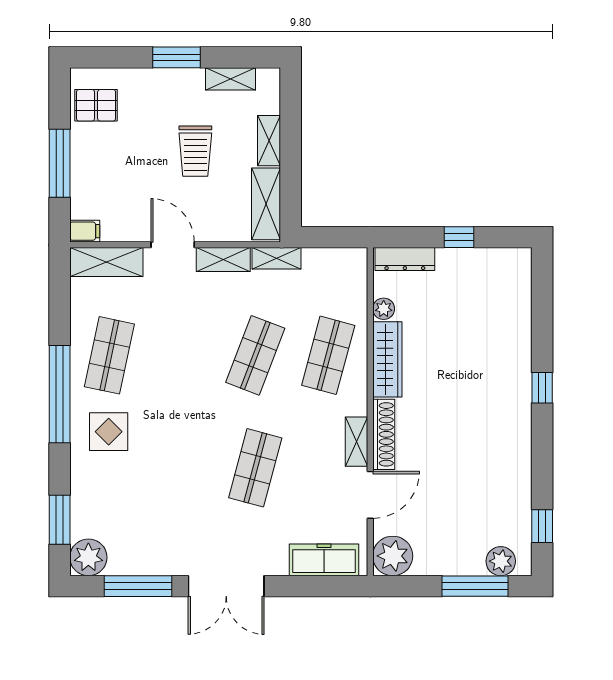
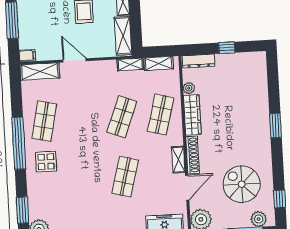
shelving: (223, 259) -> (159, 63), moved
window: (542, 388) -> (276, 125), width x1.50
spiral stairs: (473, 494) -> (242, 184), added

